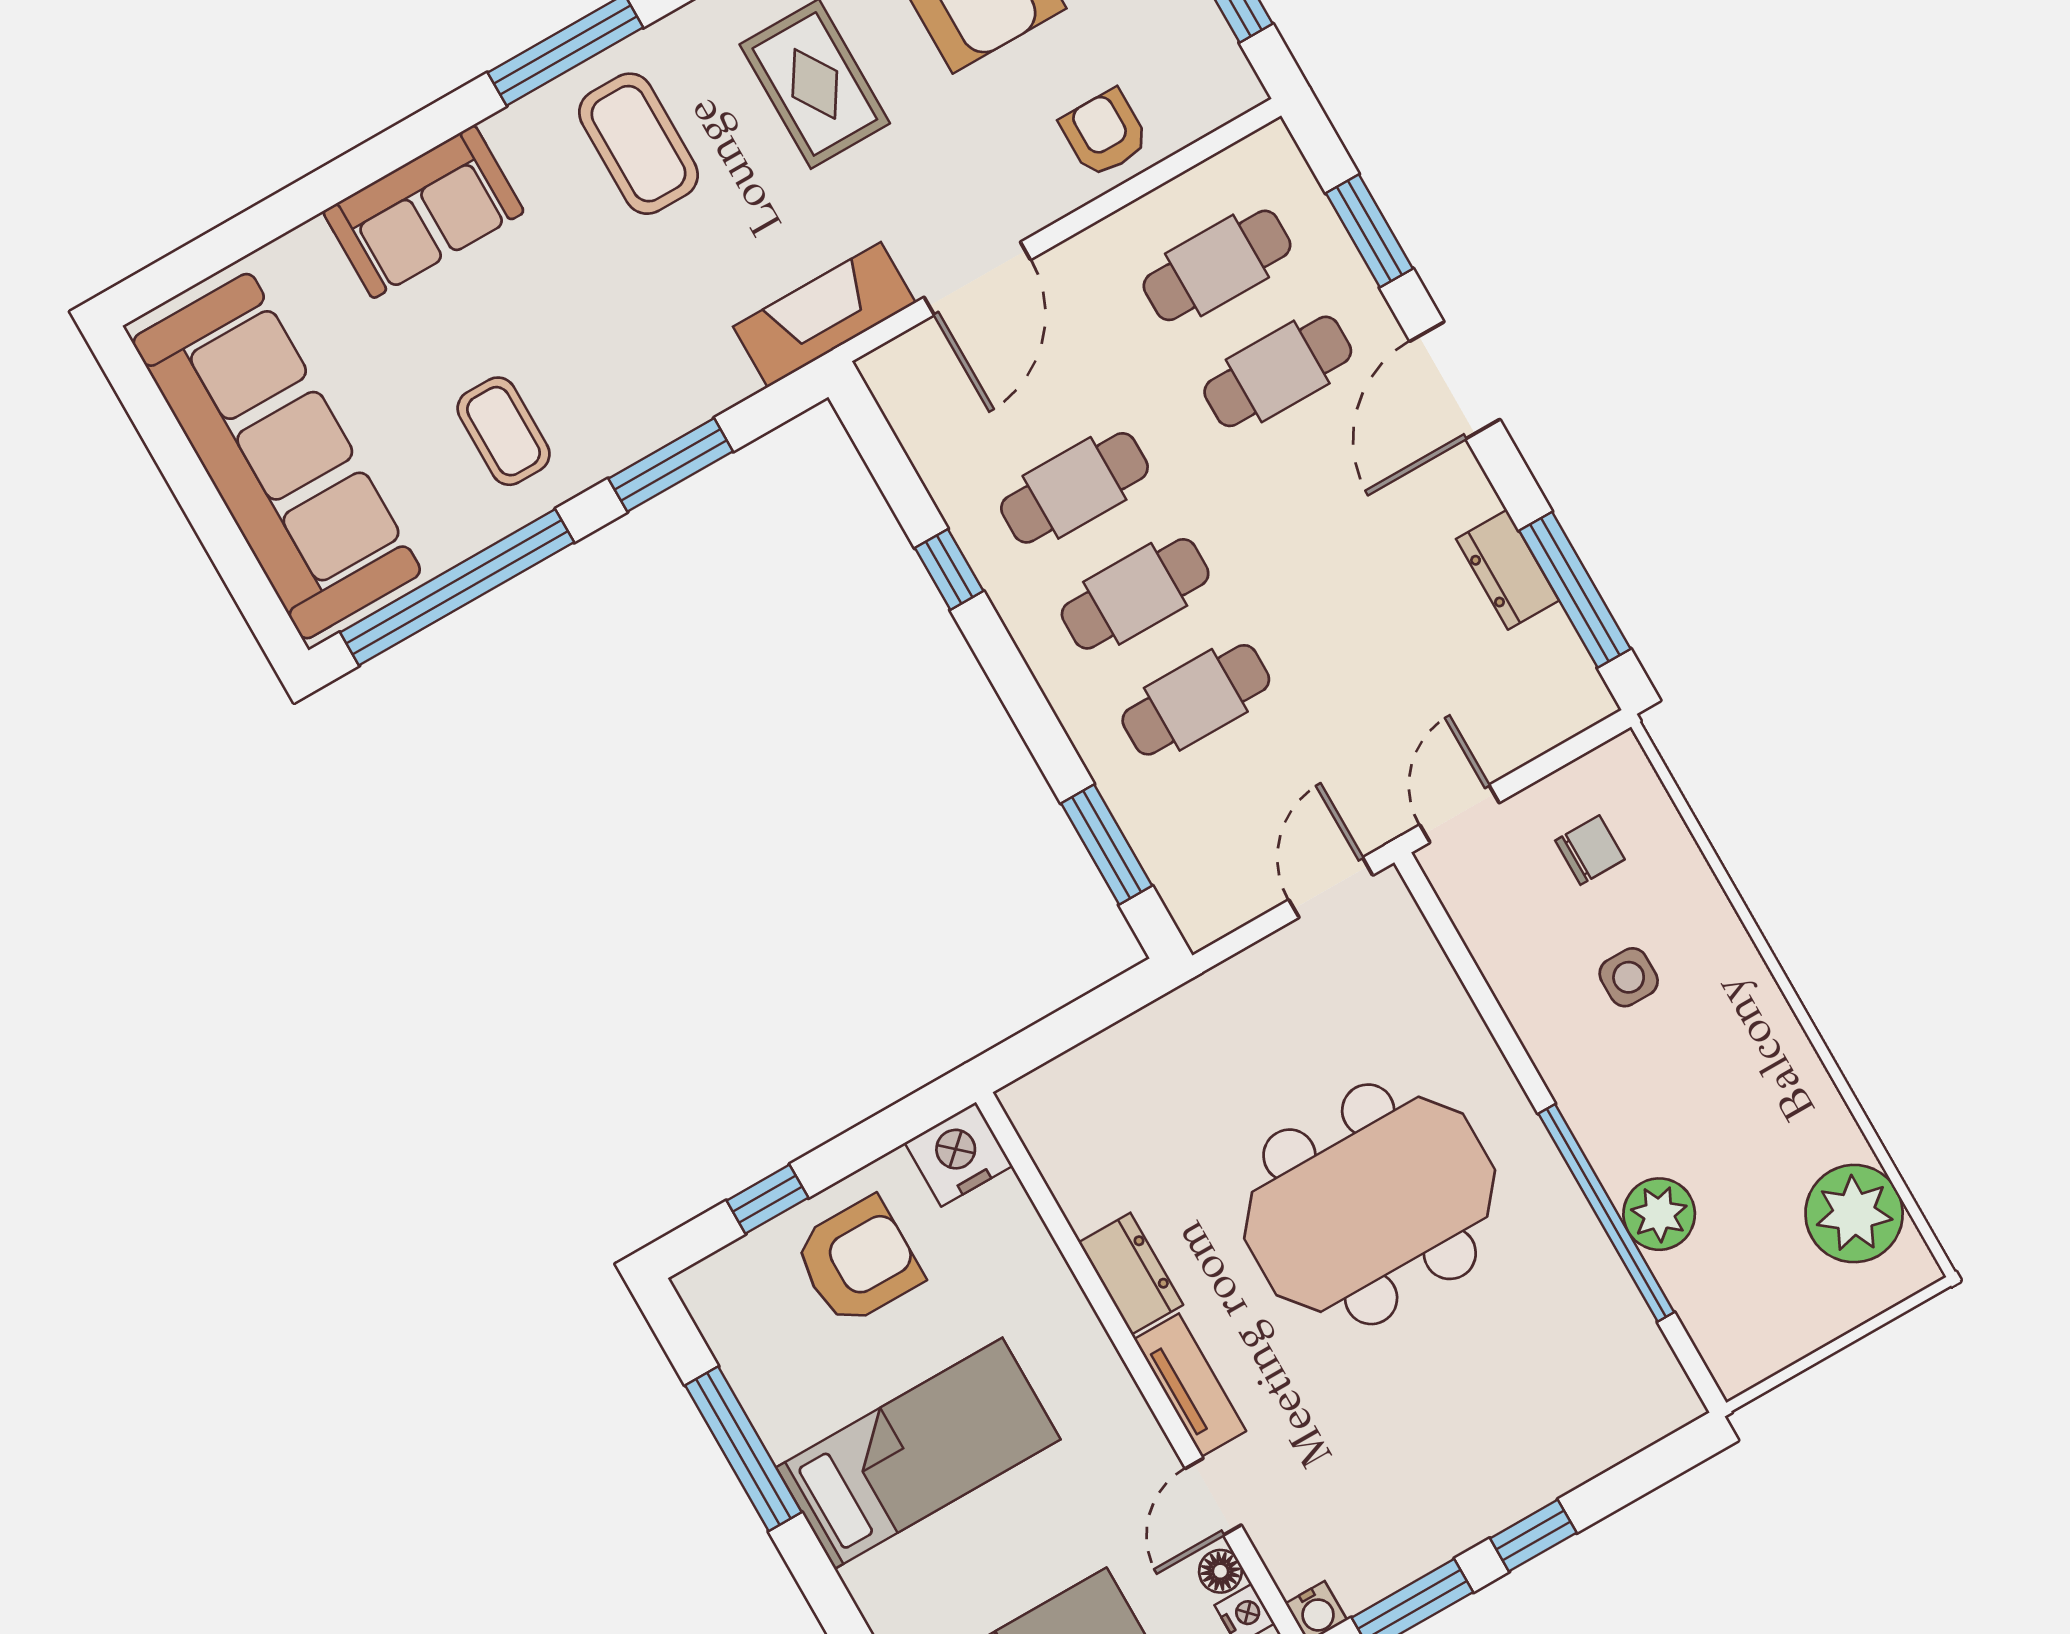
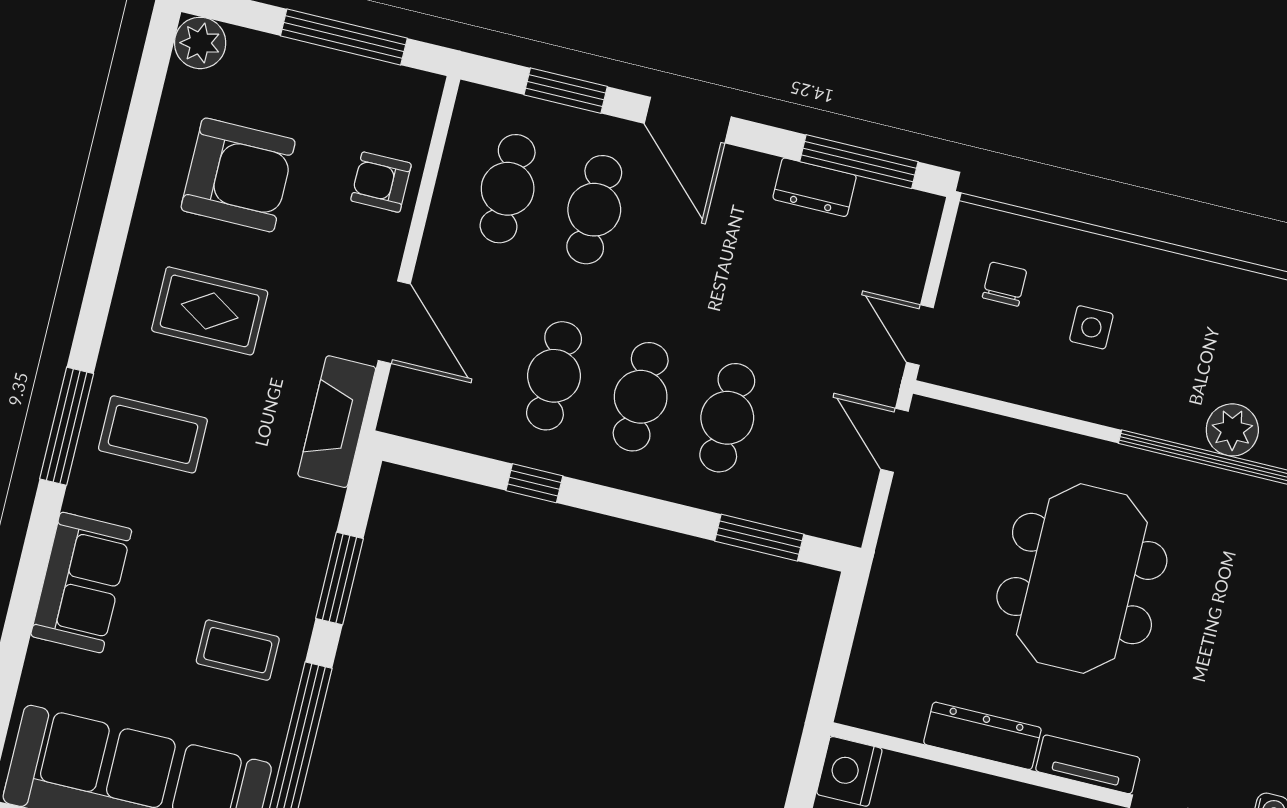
dresser: (1131, 1274) -> (982, 736), width x1.44

